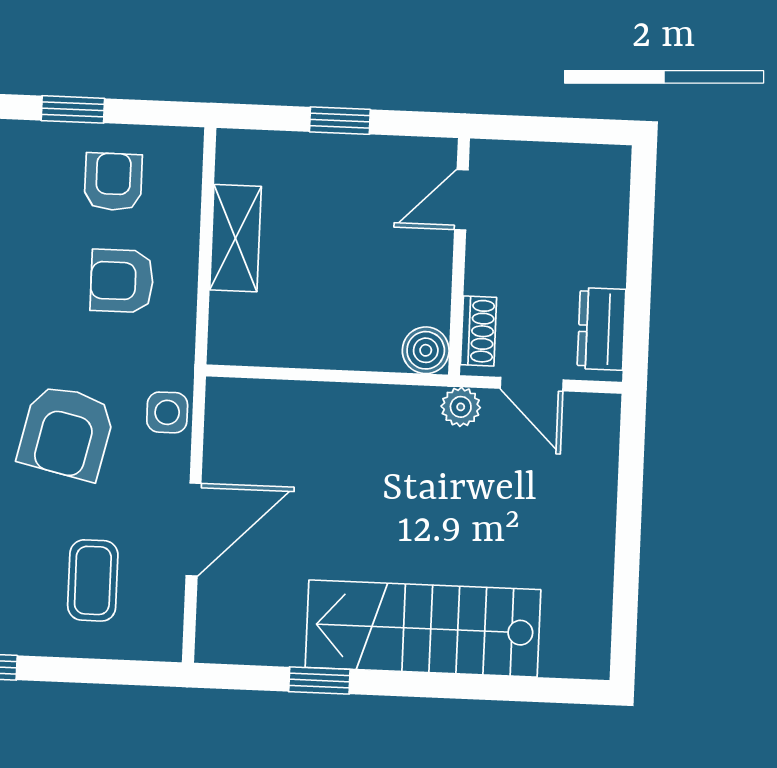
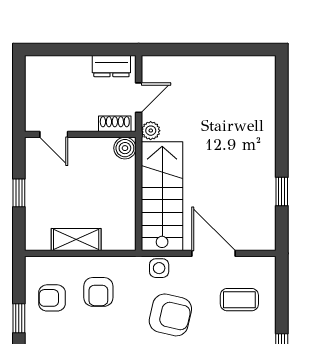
stairs: (423, 629) -> (162, 196), moved, turned 180

